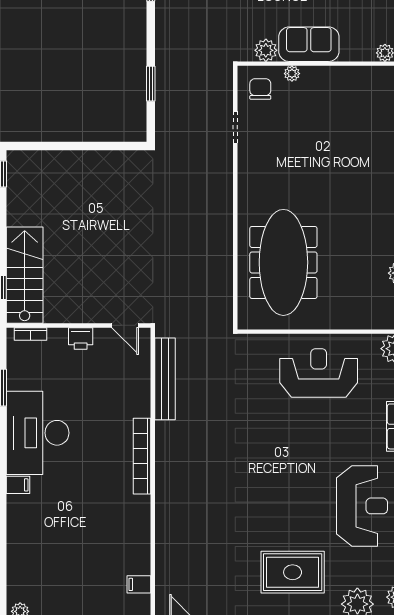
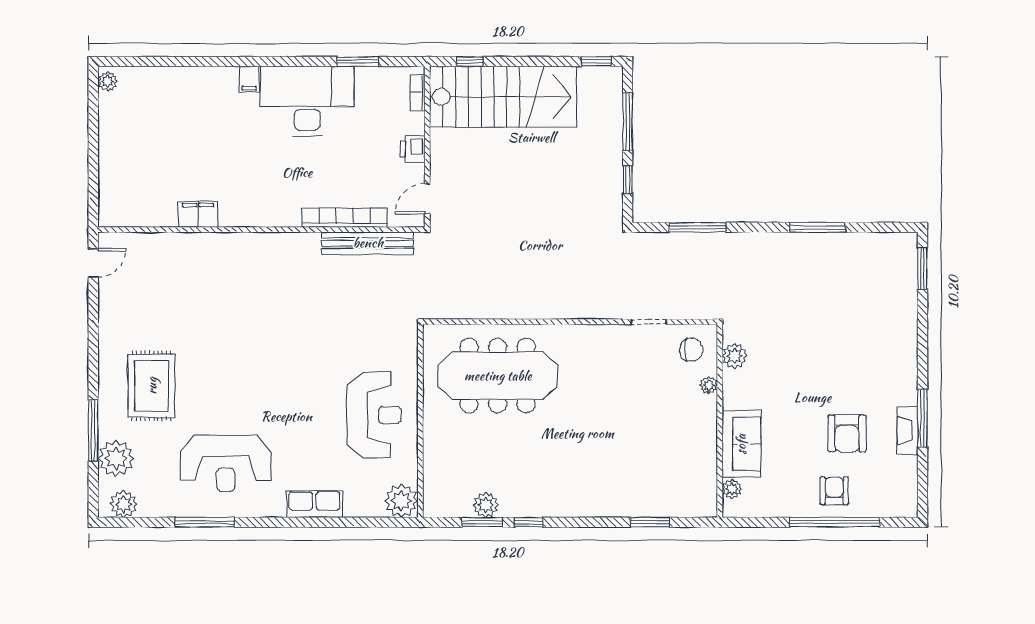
sofa: (309, 44) -> (741, 444), moved
window: (151, 84) -> (697, 227), width x1.44
window: (56, 146) -> (628, 121), added
window: (108, 146) -> (628, 180), added
stairs: (25, 275) -> (503, 97), width x1.36, depth x1.51
bookcase: (142, 456) -> (345, 218), moved
filing cabinet: (139, 584) -> (198, 214), moved, width x2.00

